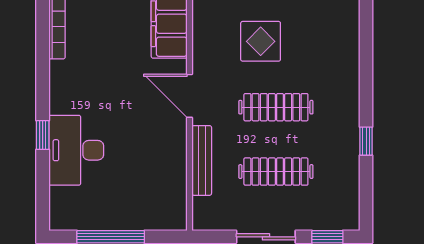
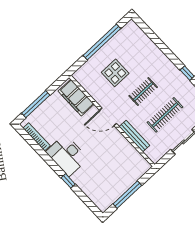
clothes rail: (276, 107) -> (143, 92), width x0.73
desk: (76, 150) -> (67, 155), moved

